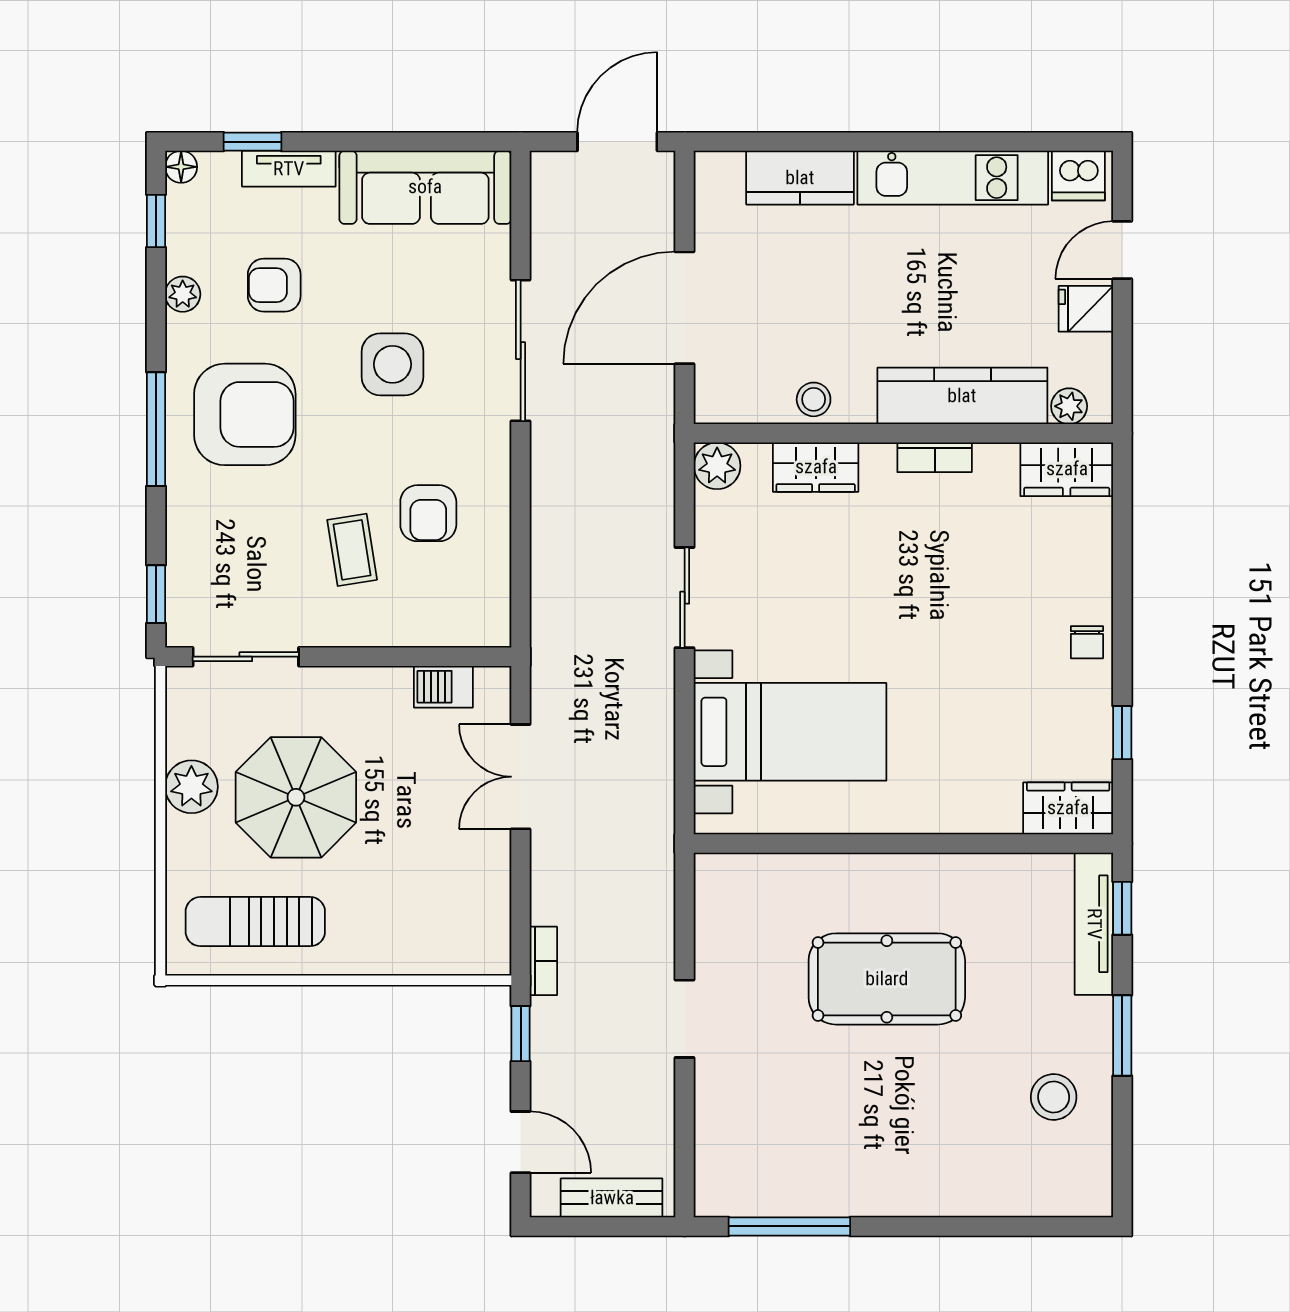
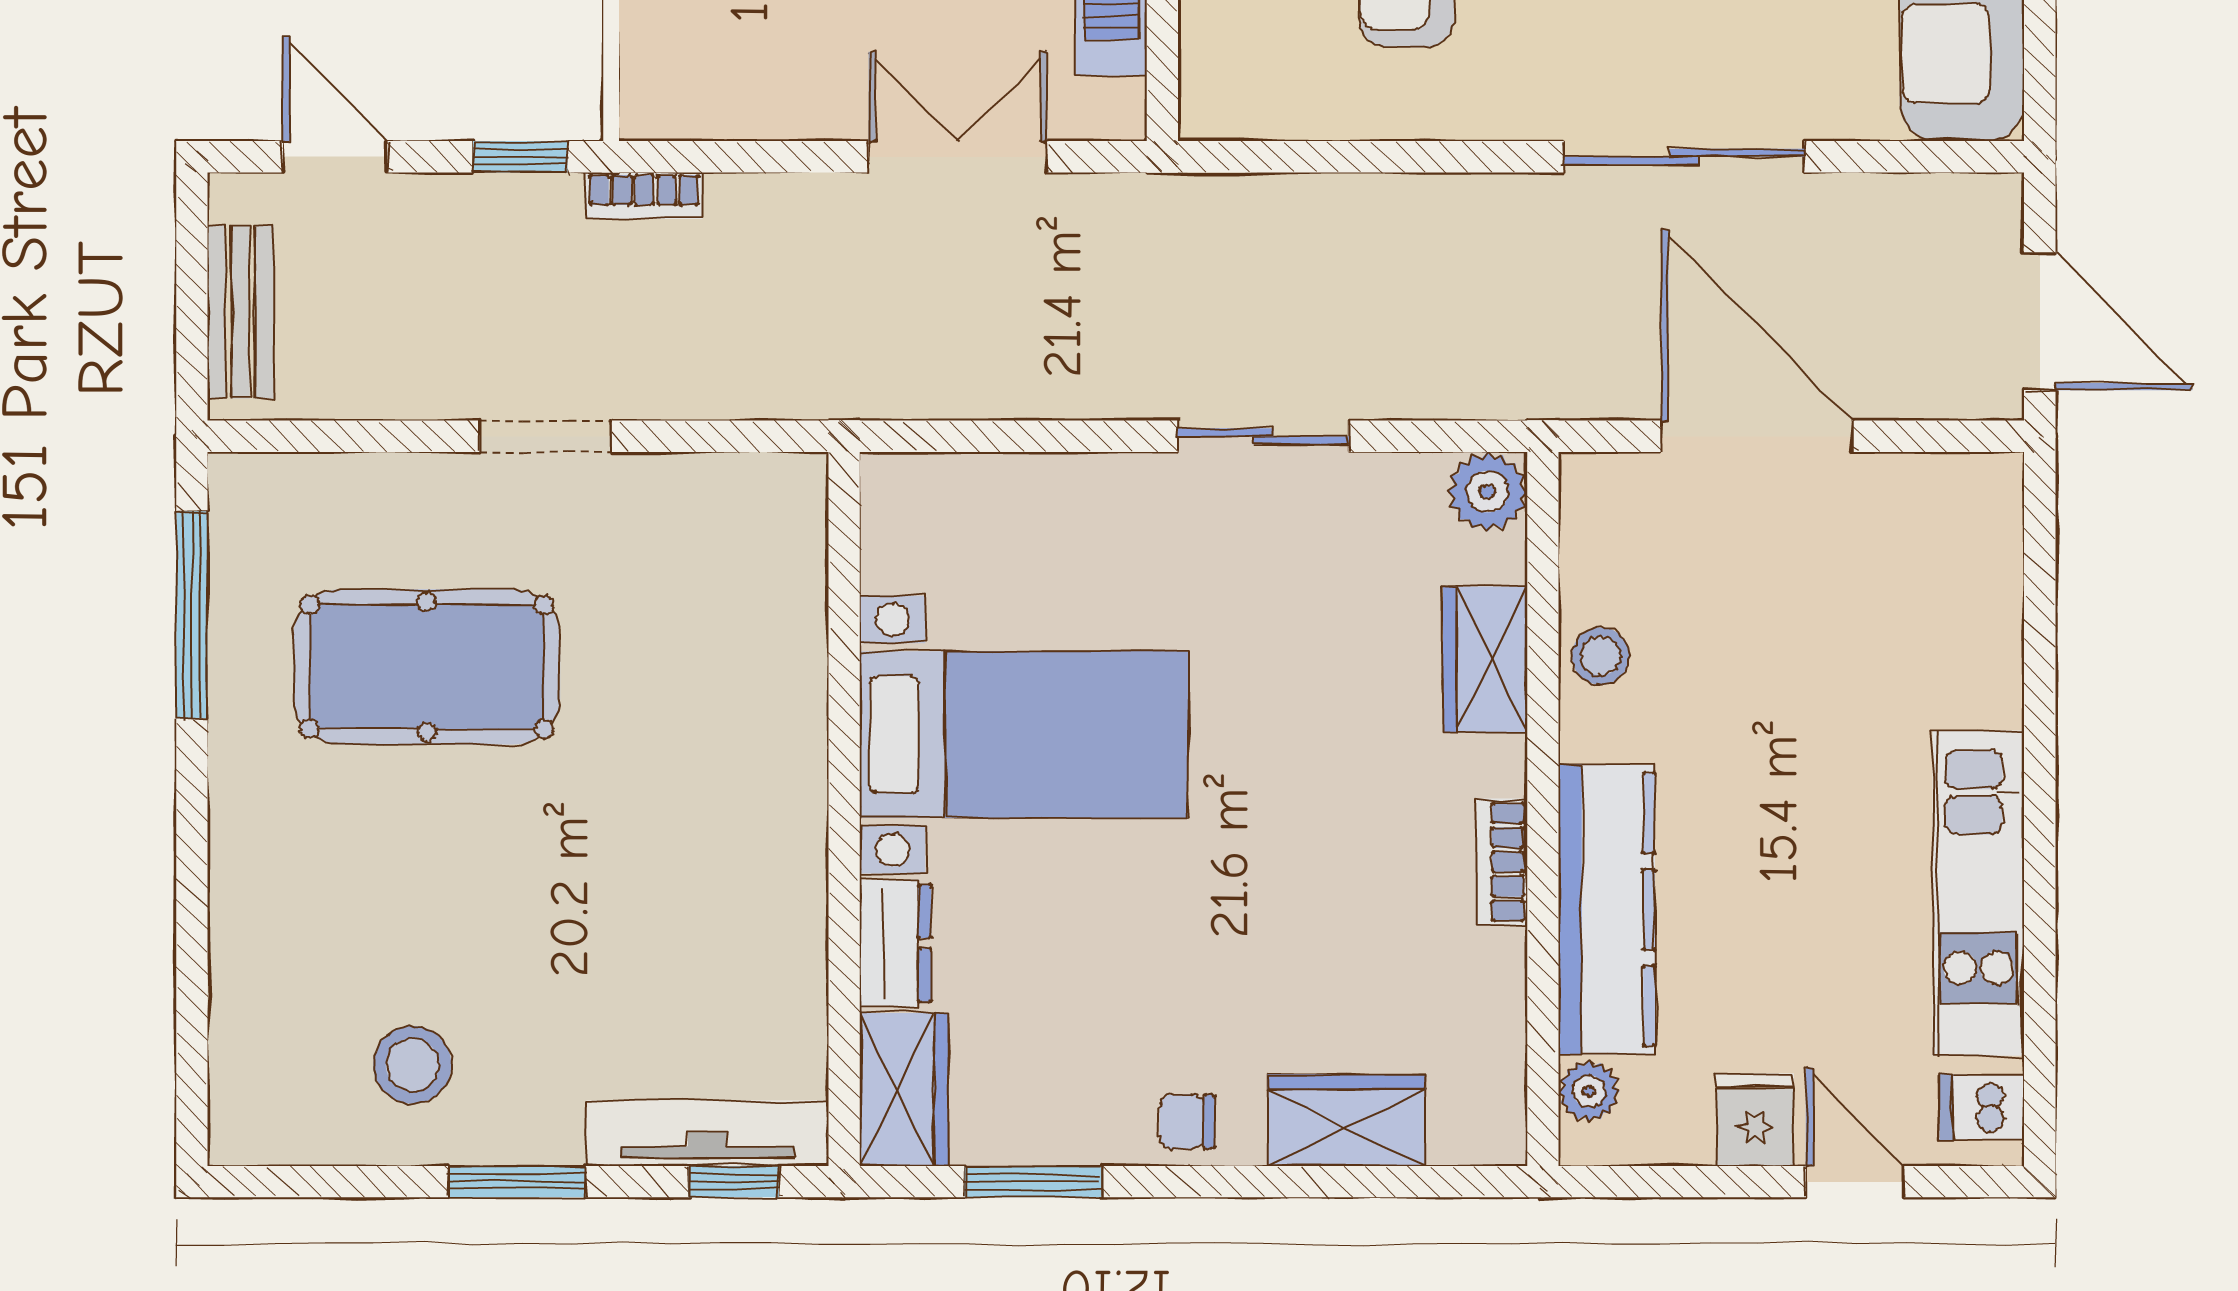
dishwasher: (1078, 176) -> (1982, 1107), width x0.73
kitchen counter: (800, 178) -> (1978, 633), removed
wardrobe: (1067, 469) -> (1347, 1120), moved, turned 90
bed with nightstands: (790, 732) -> (1024, 735), moved, turned -90
window: (1122, 733) -> (1033, 1182), width x1.50
dresser: (982, 813) -> (895, 943), added
pool table: (887, 979) -> (427, 667), moved, turned 90
door: (521, 1142) -> (335, 157), swing flipped

